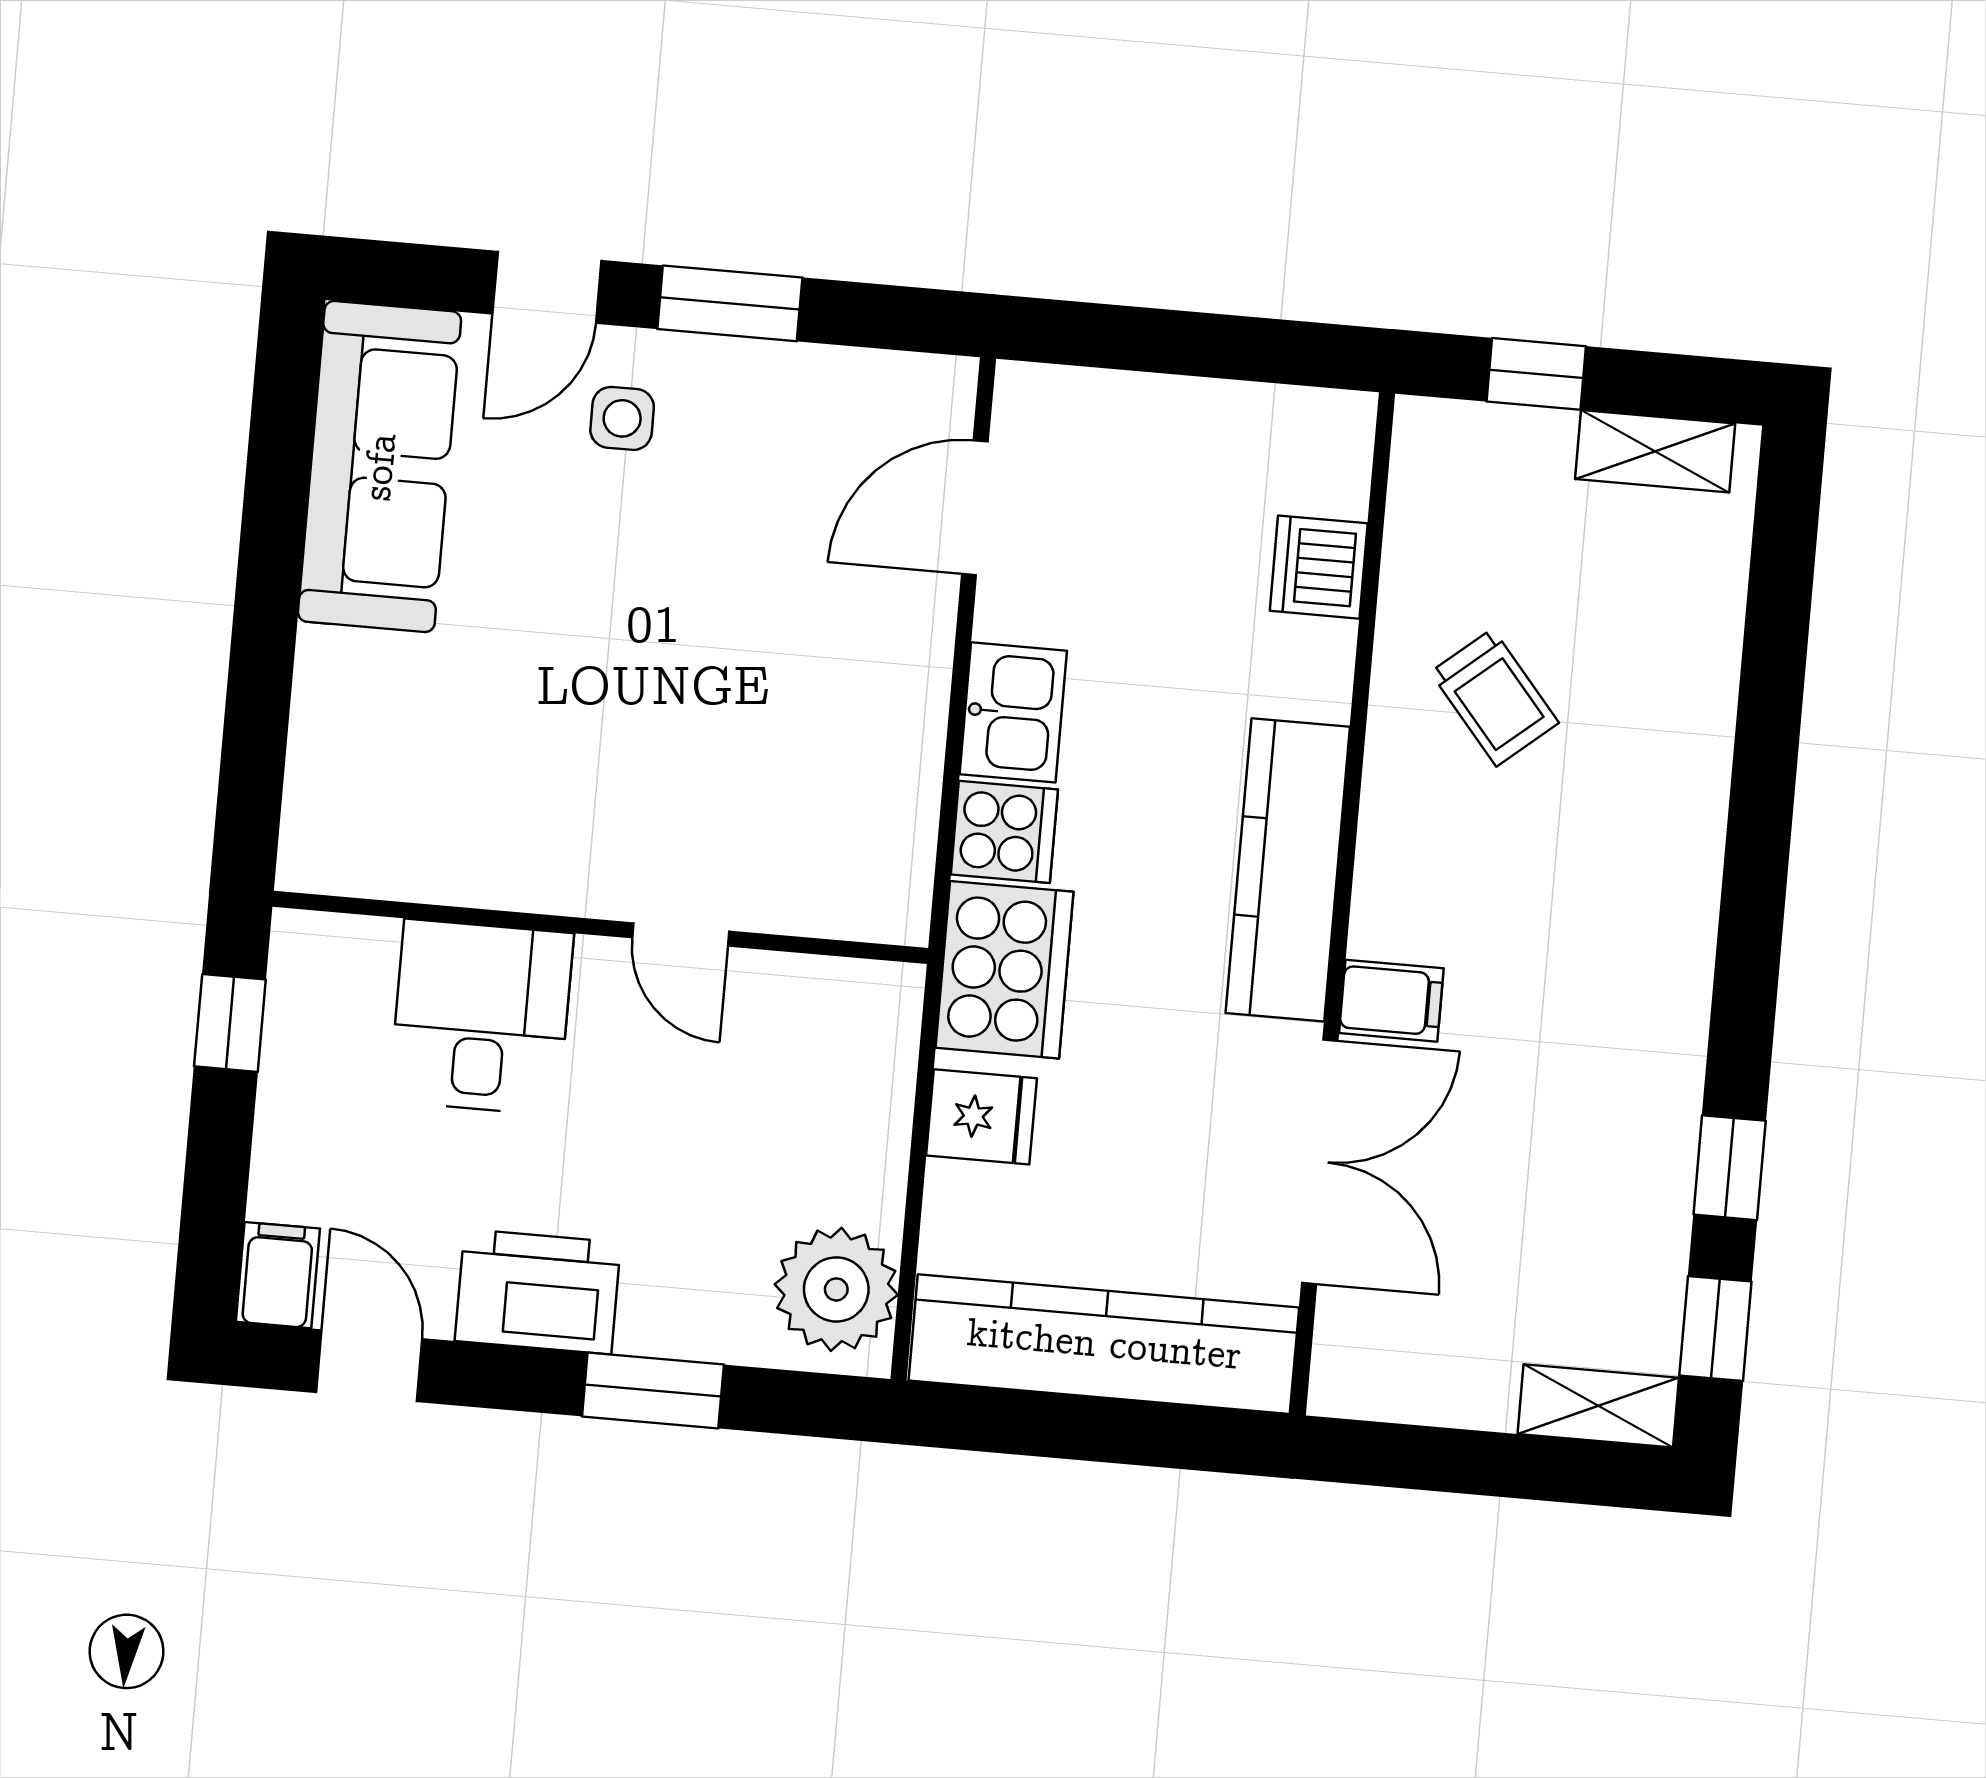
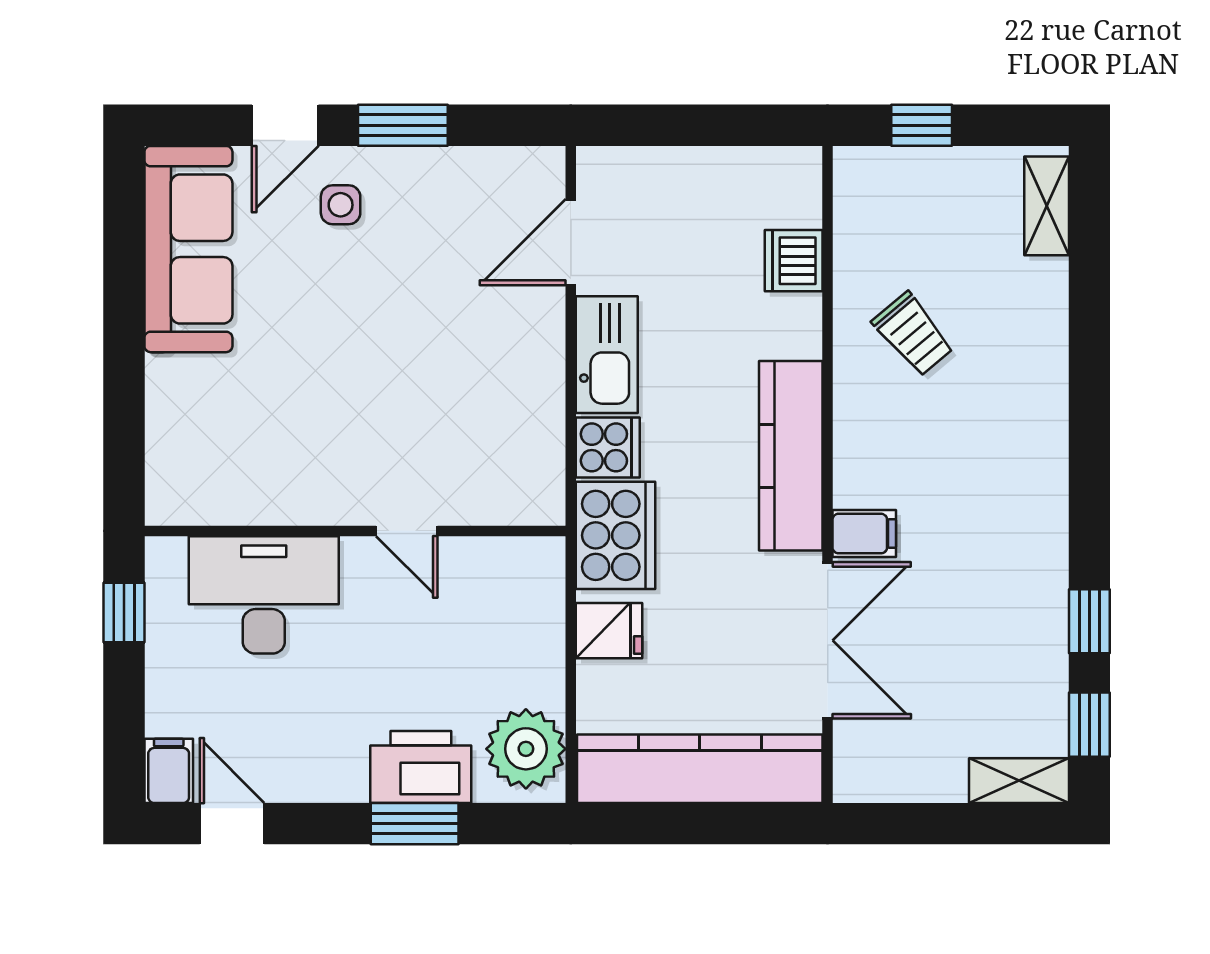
shelving: (1655, 451) -> (1047, 206), moved, turned 90
kitchen sink: (1013, 712) -> (607, 355), width x1.38
desk: (481, 1017) -> (264, 595), width x1.37
printer: (538, 1292) -> (421, 767), moved

